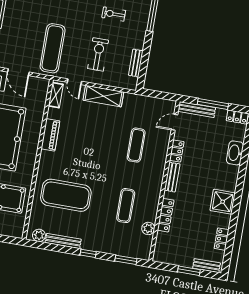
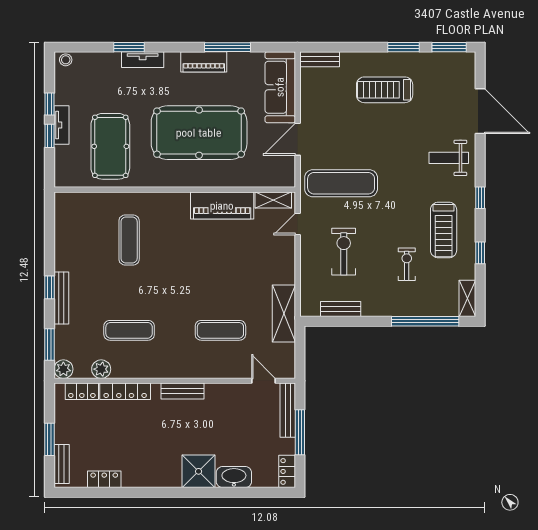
exercise bike: (98, 54) -> (344, 252), turned -90
shelving: (103, 96) -> (284, 314), moved
piano: (50, 135) -> (222, 206), width x1.37, depth x1.33
locker: (177, 151) -> (82, 391), moved
exercise mat: (66, 195) -> (129, 240), width x0.50, depth x0.69
shower: (223, 202) -> (199, 471), moved
plant: (39, 235) -> (63, 369), moved
bench: (63, 241) -> (61, 298), moved

